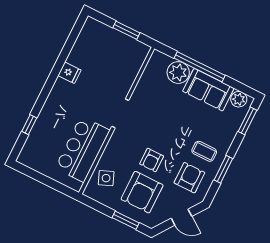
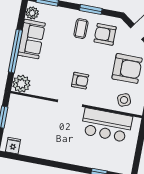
fridge: (69, 73) -> (13, 146), moved
plant: (178, 73) -> (21, 84), moved
armchair: (152, 160) -> (80, 81), moved

